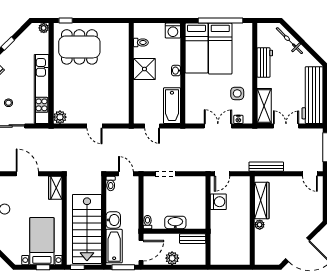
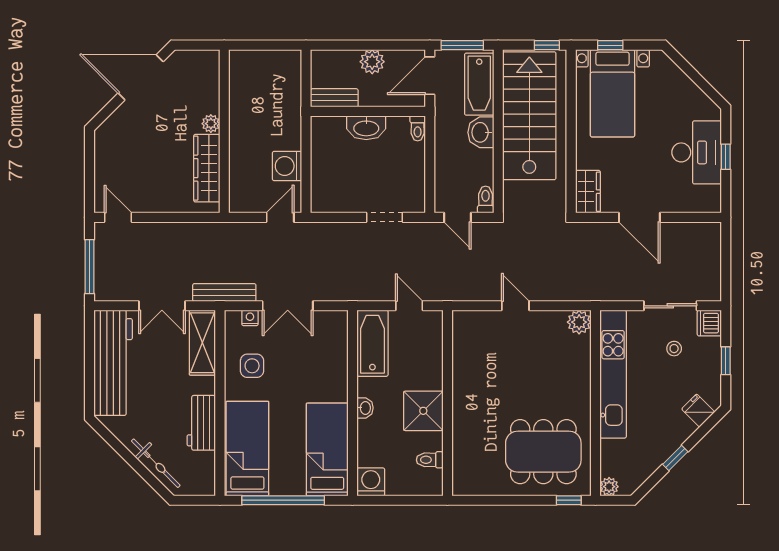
bed: (220, 49) -> (247, 449), moved
bench: (266, 167) -> (224, 292), moved

